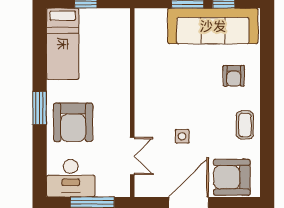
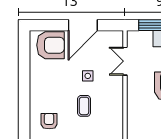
coffee table: (245, 125) -> (84, 106), moved

